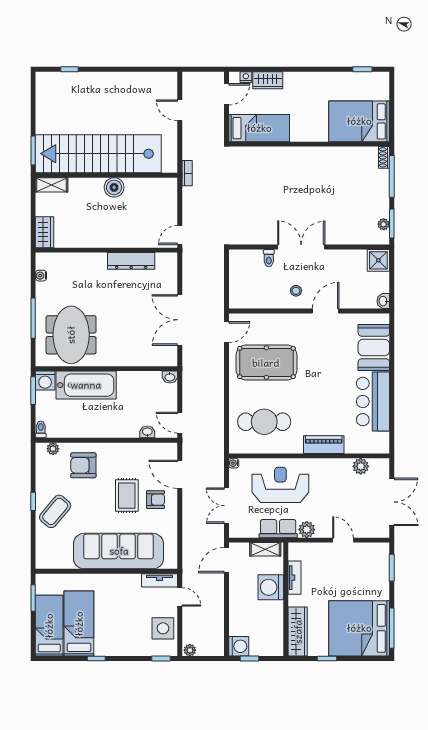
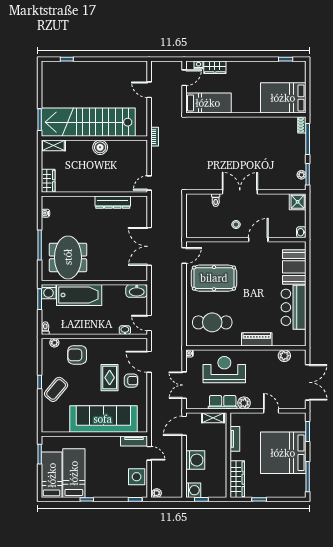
washbasin: (170, 377) -> (137, 291), width x1.91, depth x1.45
washing machine: (271, 587) -> (195, 460), moved, turned 180
bed: (359, 628) -> (283, 453), moved

